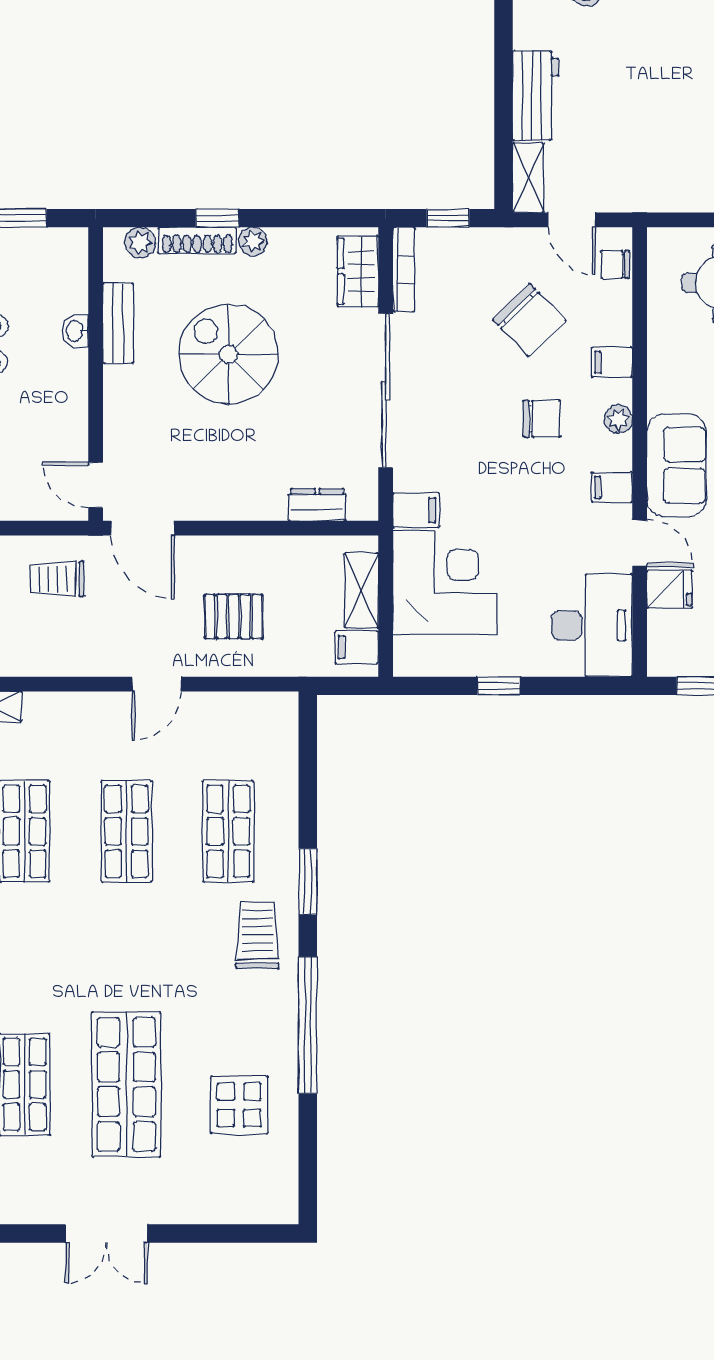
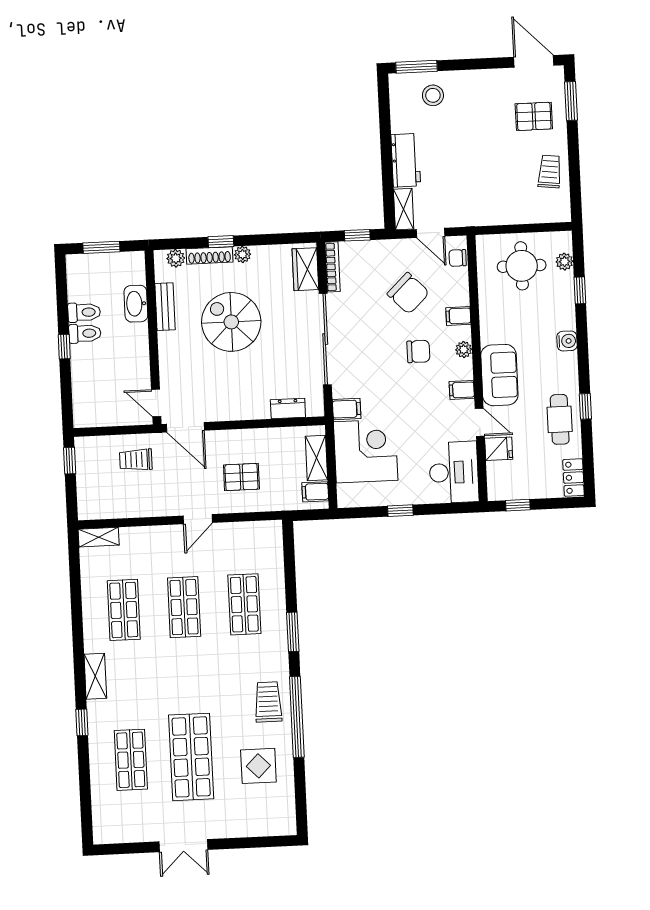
washbasin: (75, 331) -> (136, 304), width x1.91, depth x1.45
trolley: (257, 935) -> (268, 702), moved

